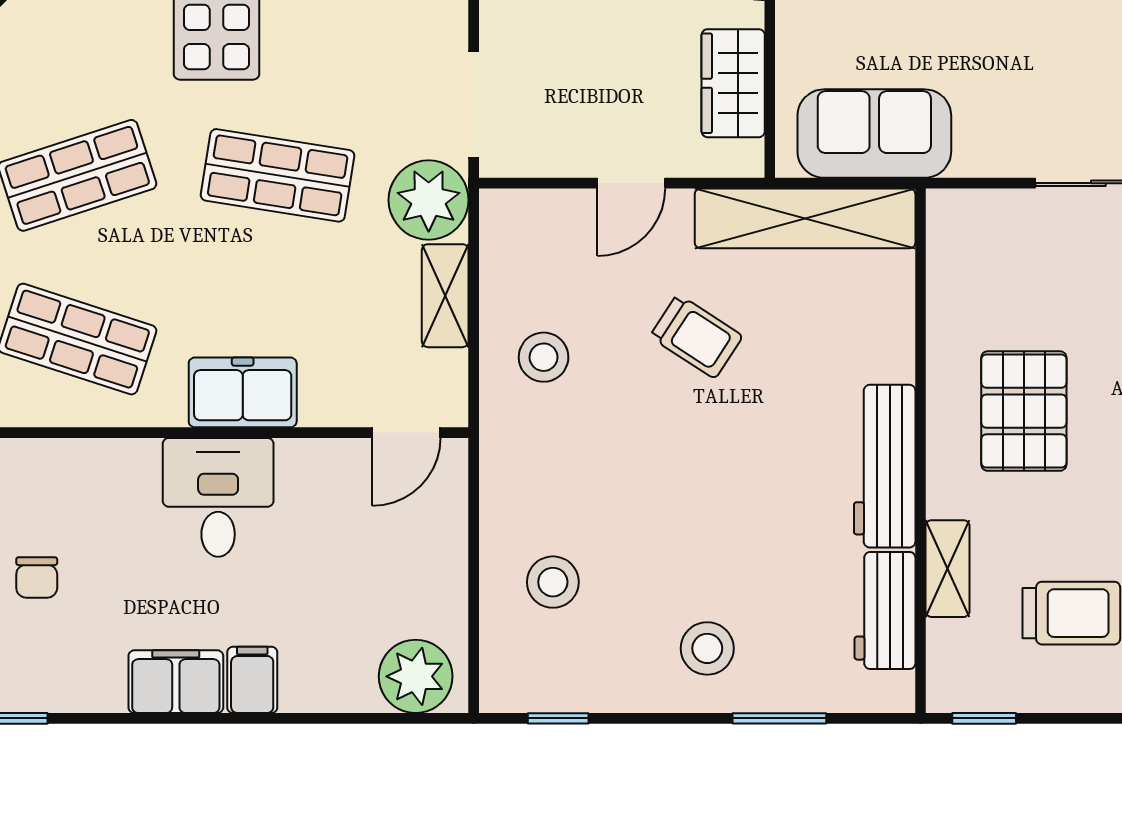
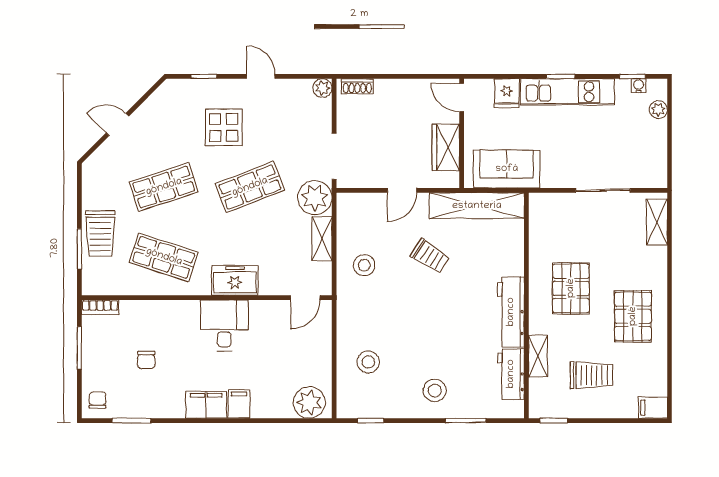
shop shelf: (278, 175) -> (250, 187), turned -30

